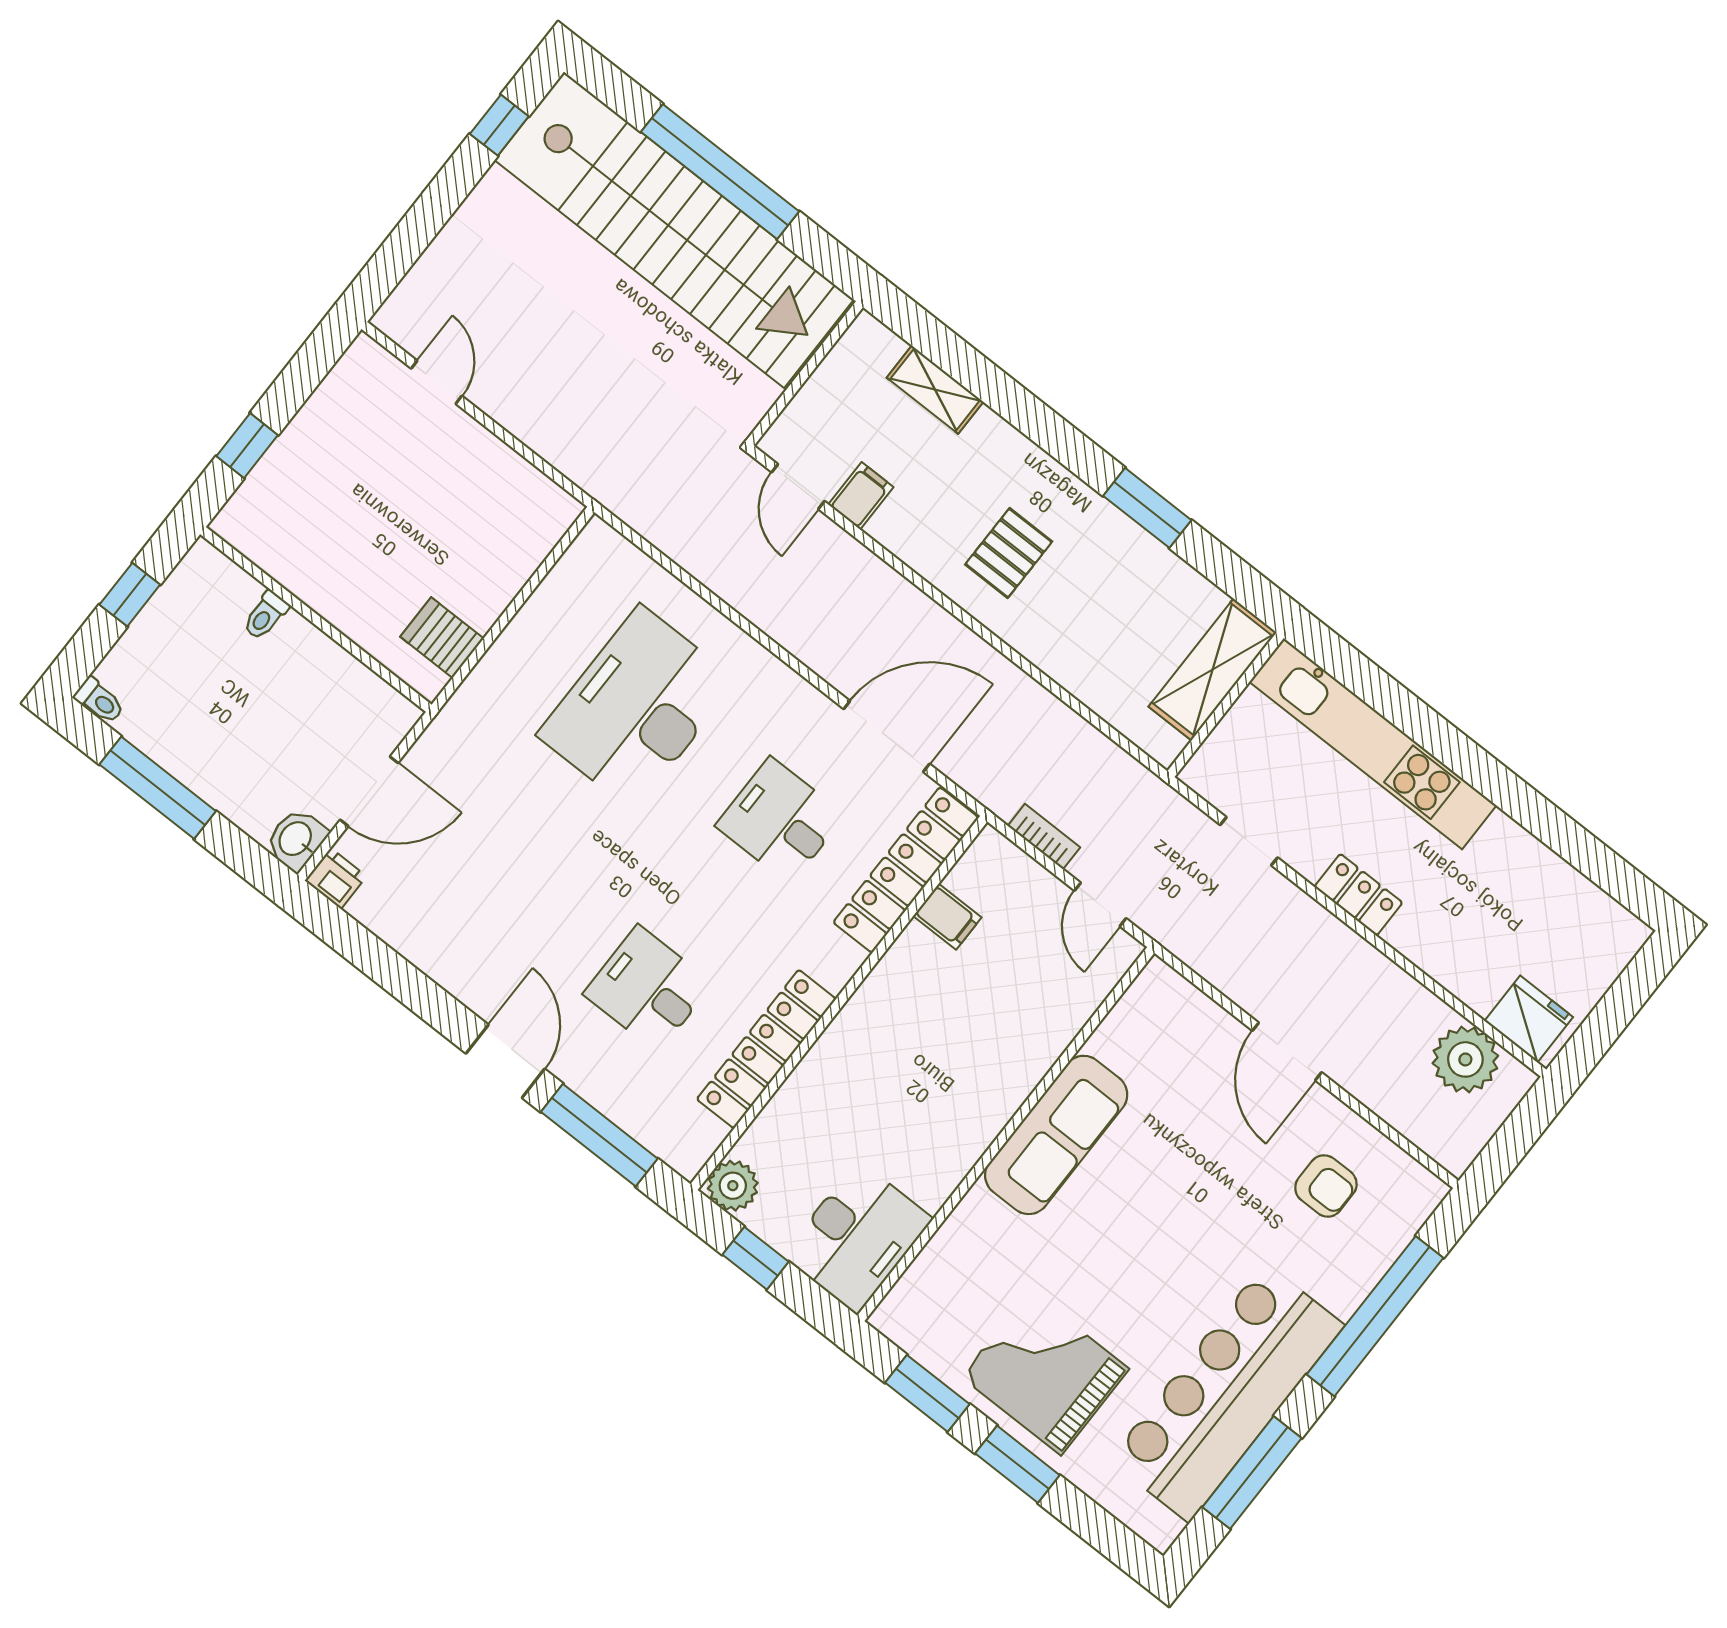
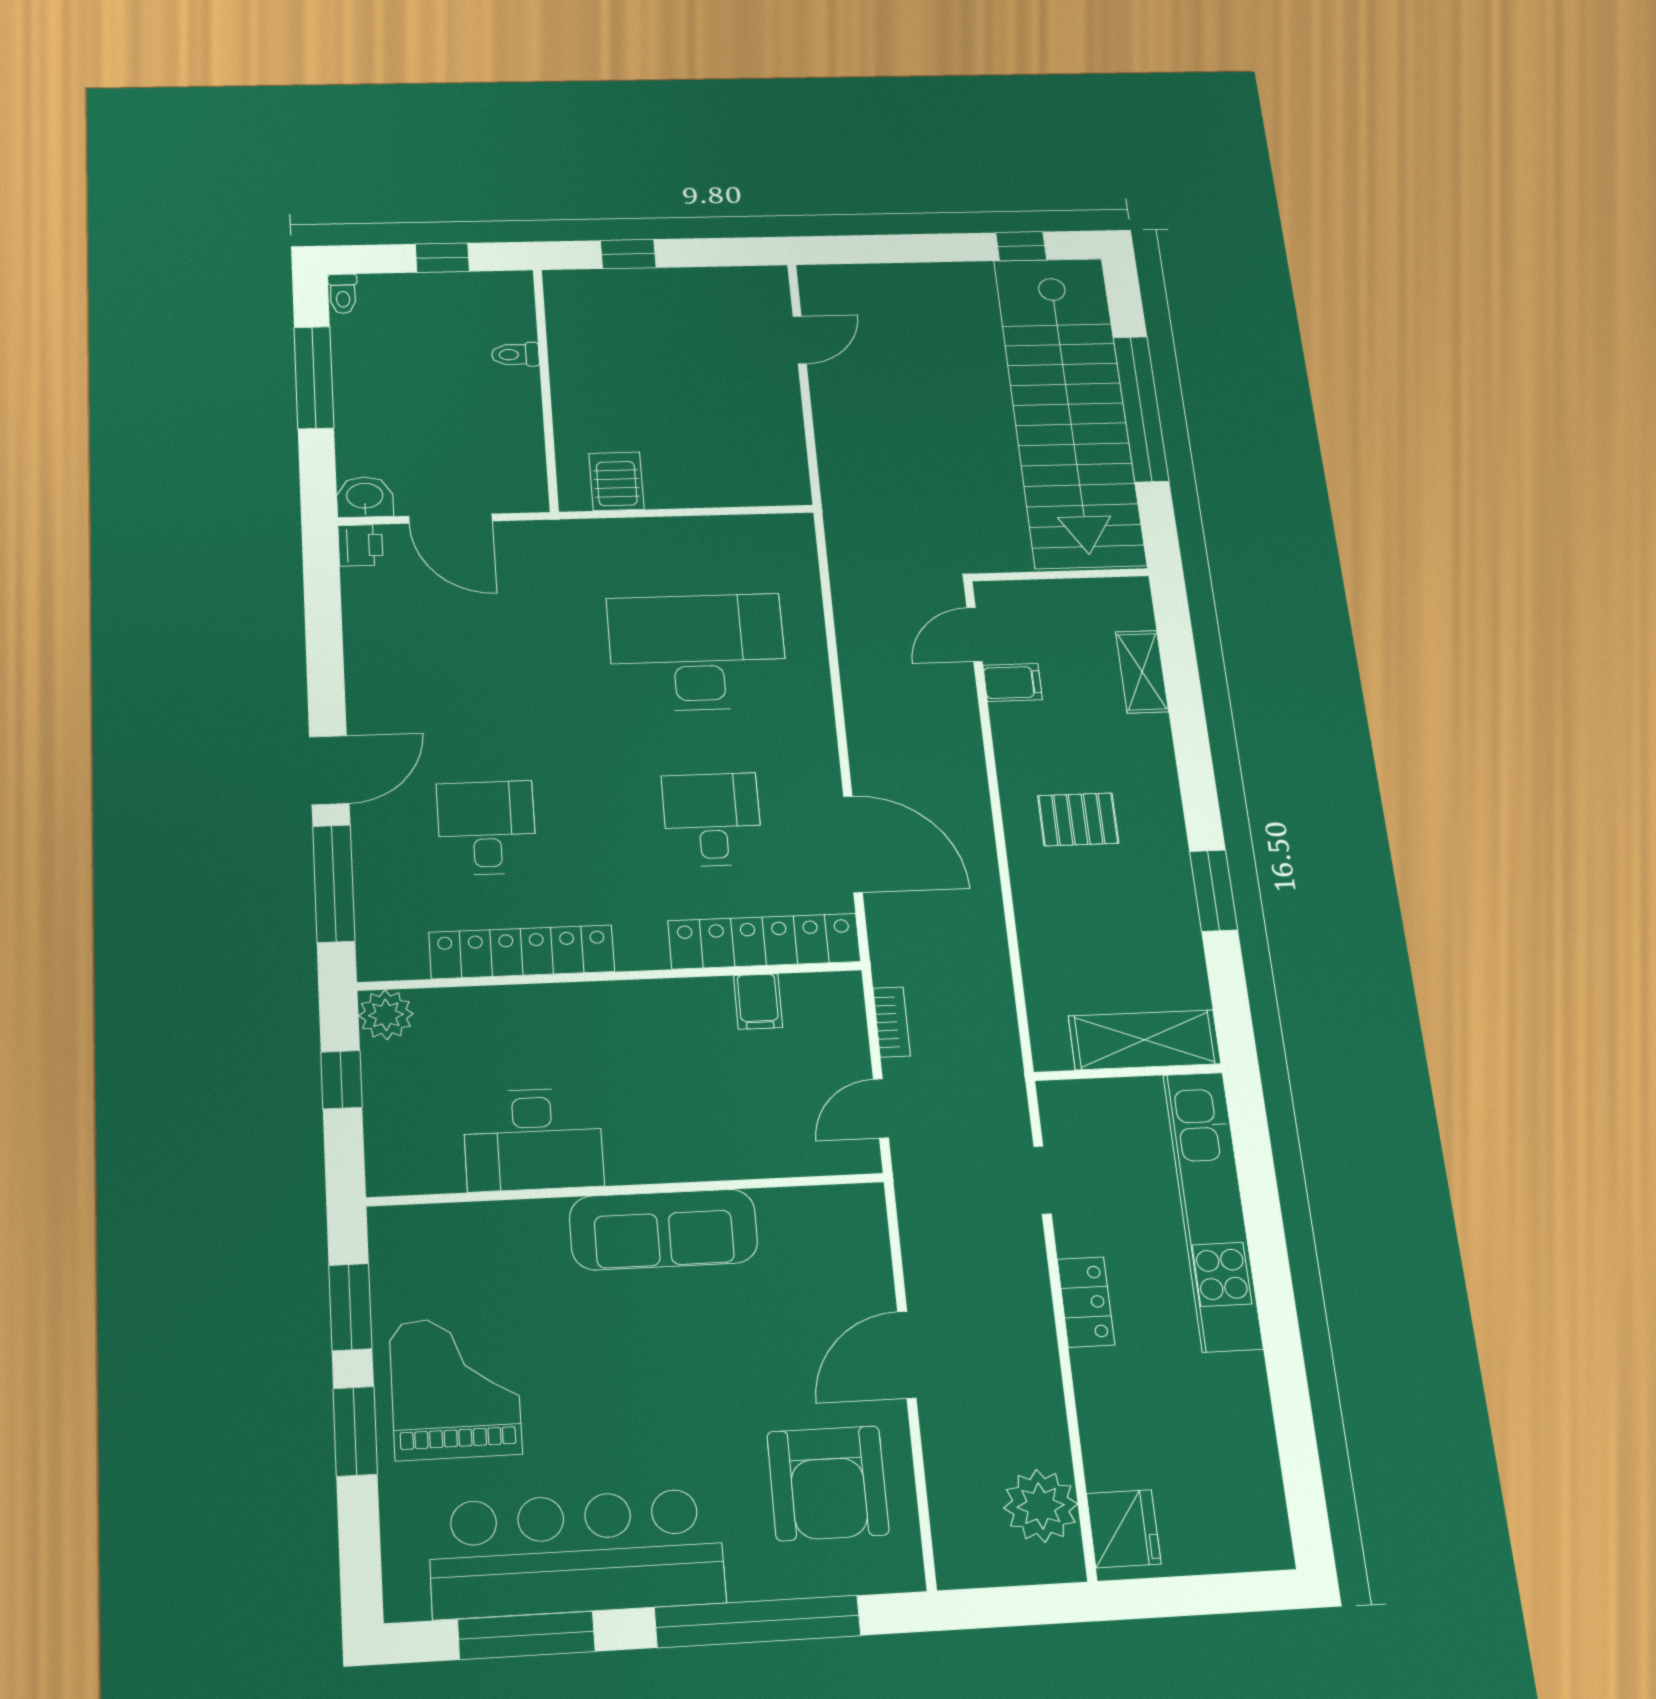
armchair: (1326, 1186) -> (828, 1483), width x1.88, depth x1.88
desk: (857, 1237) -> (533, 1139), moved

